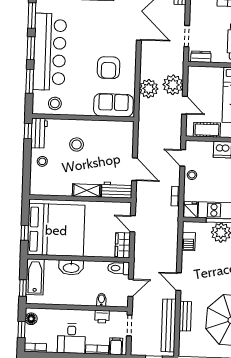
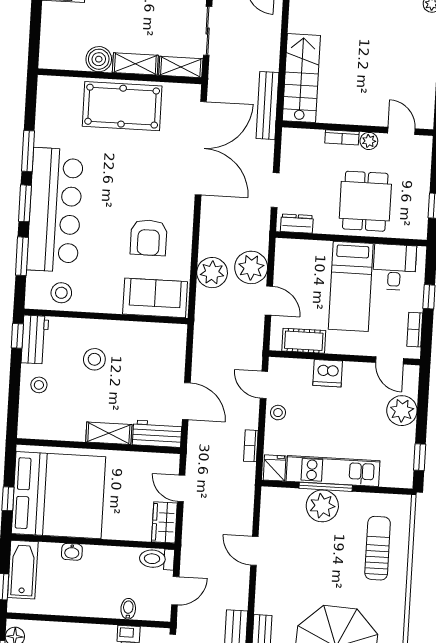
barbecue: (188, 242) -> (270, 519), removed
washbasin: (71, 268) -> (72, 552), width x0.52, depth x0.69
door: (179, 282) -> (254, 551), moved

